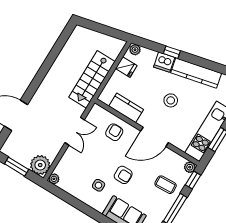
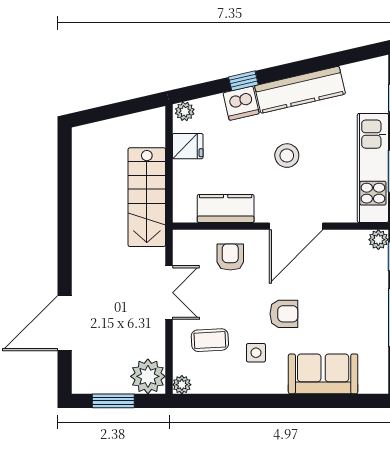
coffee table: (166, 185) -> (210, 340), moved

